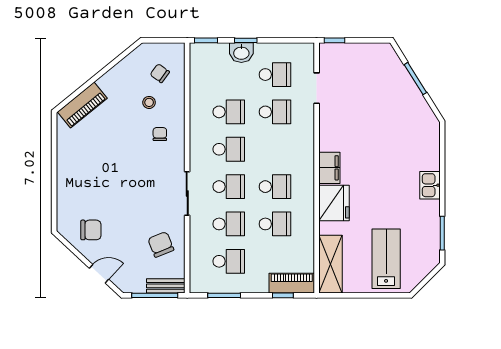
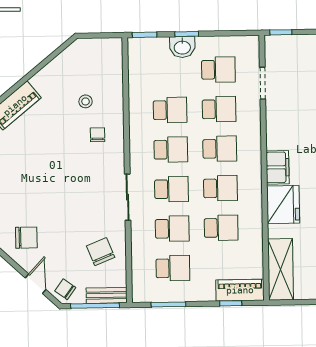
chair: (160, 73) -> (65, 289), moved
school desk: (275, 149) -> (220, 149), added
door: (99, 274) -> (36, 284), hinge flipped

